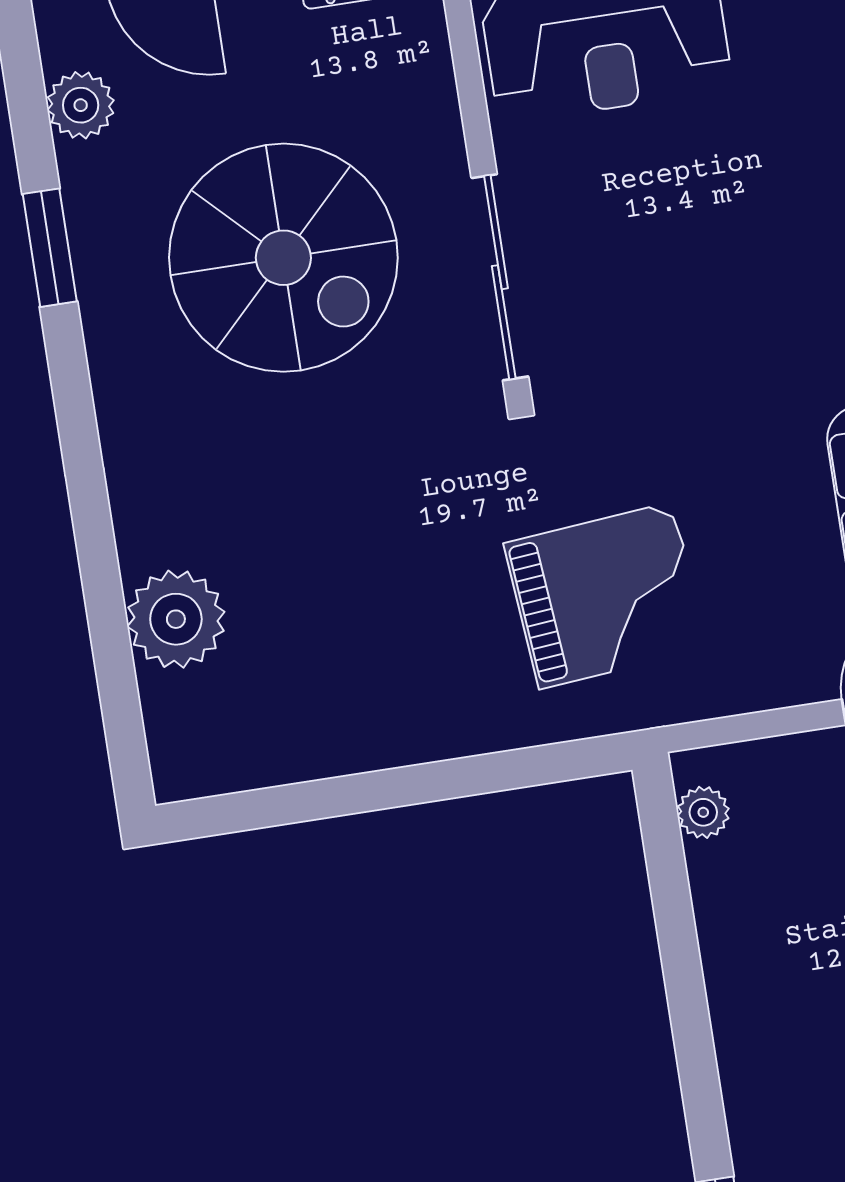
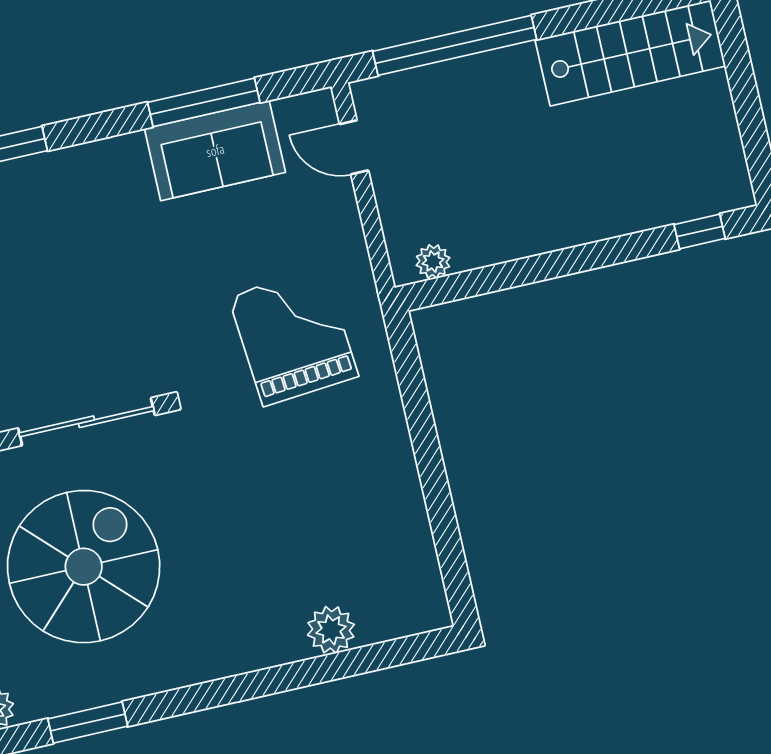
plant: (176, 619) -> (331, 630), width x0.73, depth x0.73

